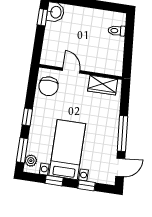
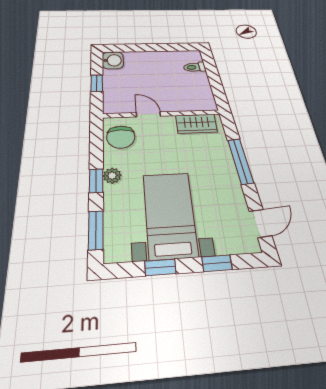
window: (42, 17) -> (97, 83), moved
window: (123, 133) -> (240, 161), moved
plant: (31, 161) -> (112, 176), moved

